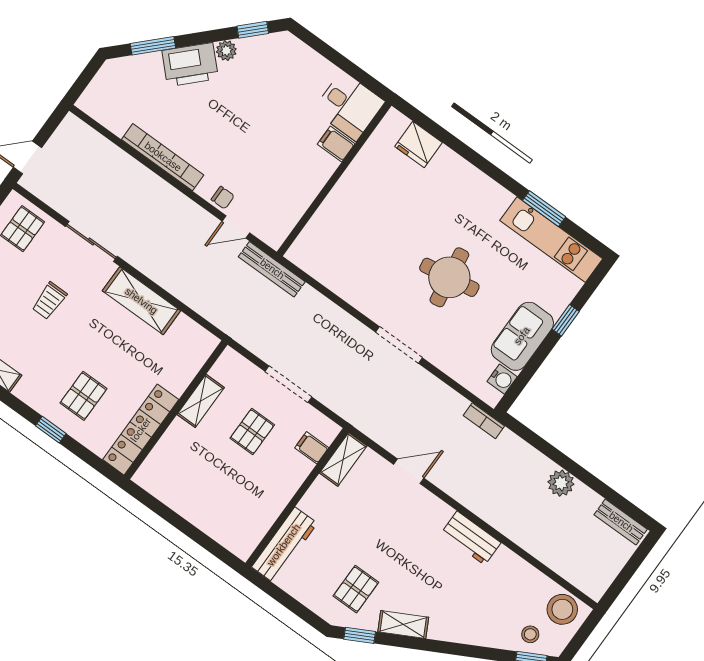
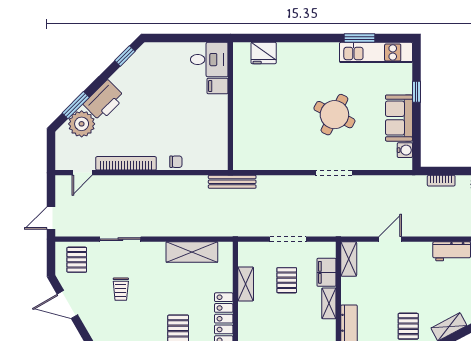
plant: (226, 51) -> (82, 124), moved, width x1.87, depth x1.87
door: (236, 227) -> (82, 173), moved
round table: (449, 277) -> (334, 115), turned 36
shelving: (141, 301) -> (192, 252), moved
bookcase: (484, 421) -> (441, 181), moved
filing cabinet: (312, 448) -> (326, 272), width x2.00
shelving: (282, 495) -> (329, 303), added

